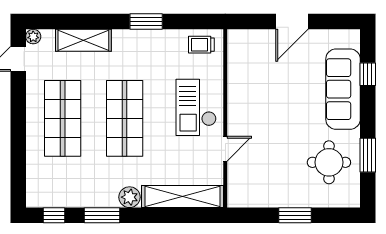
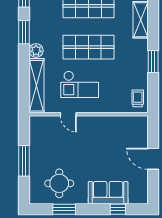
sofa: (343, 89) -> (108, 193), width x0.73
checkout: (196, 107) -> (80, 84), moved, turned 180
window: (295, 215) -> (24, 161), width x1.44

